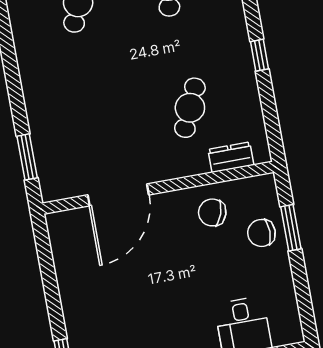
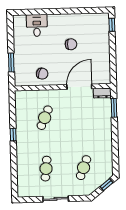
dresser: (231, 157) -> (102, 93), moved
chair: (261, 233) -> (71, 44), moved

